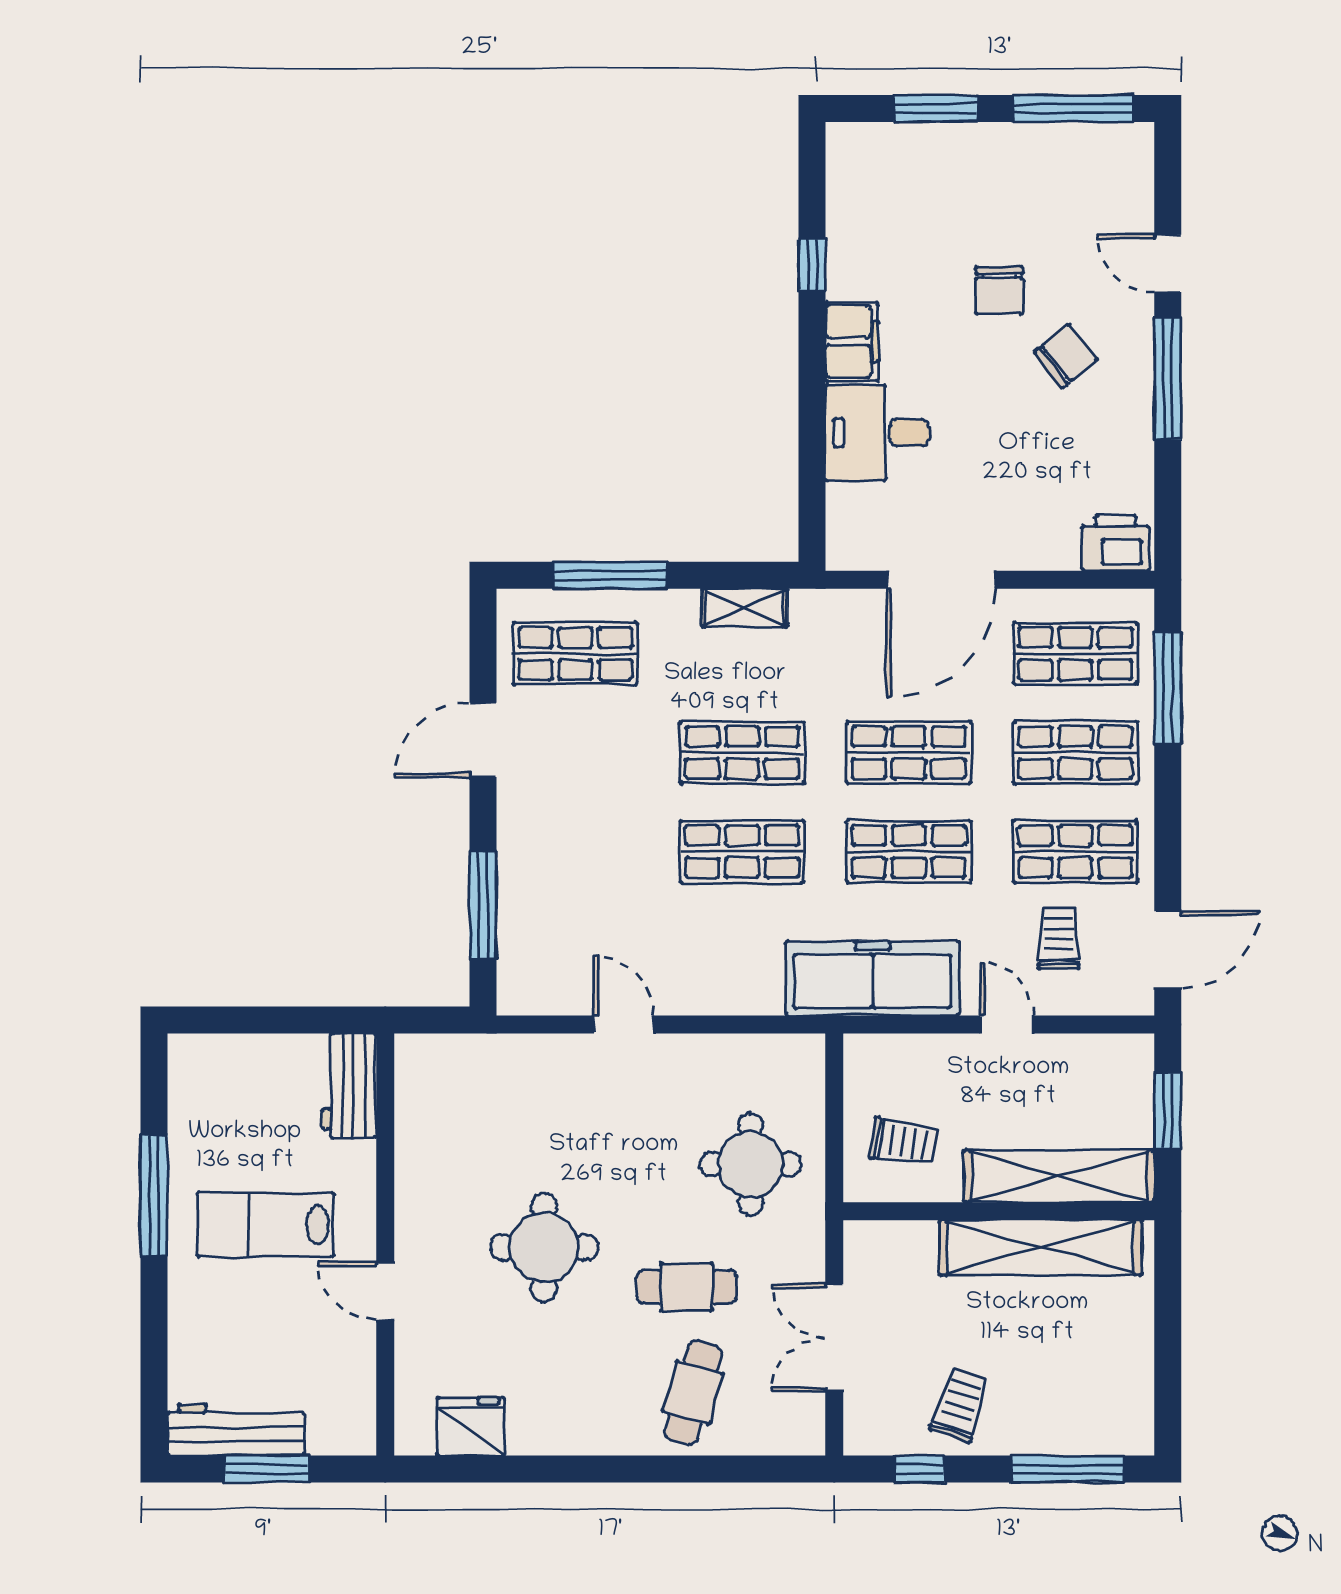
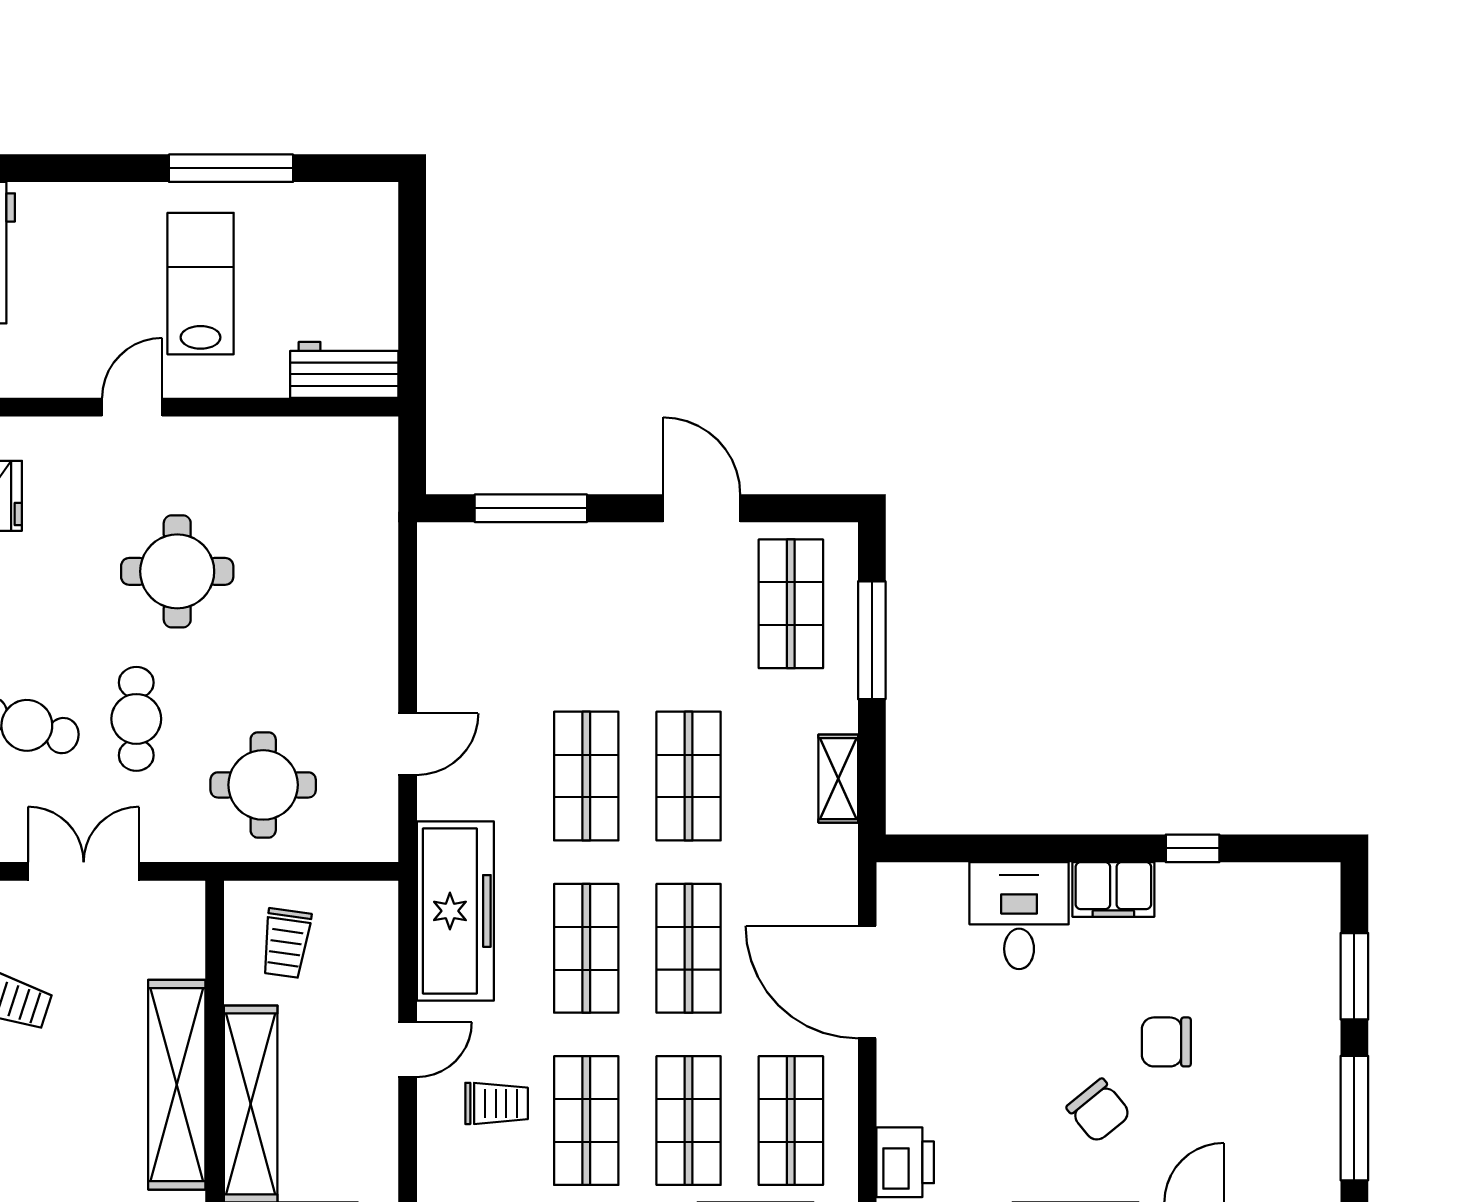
door: (624, 1024) -> (408, 744), moved

